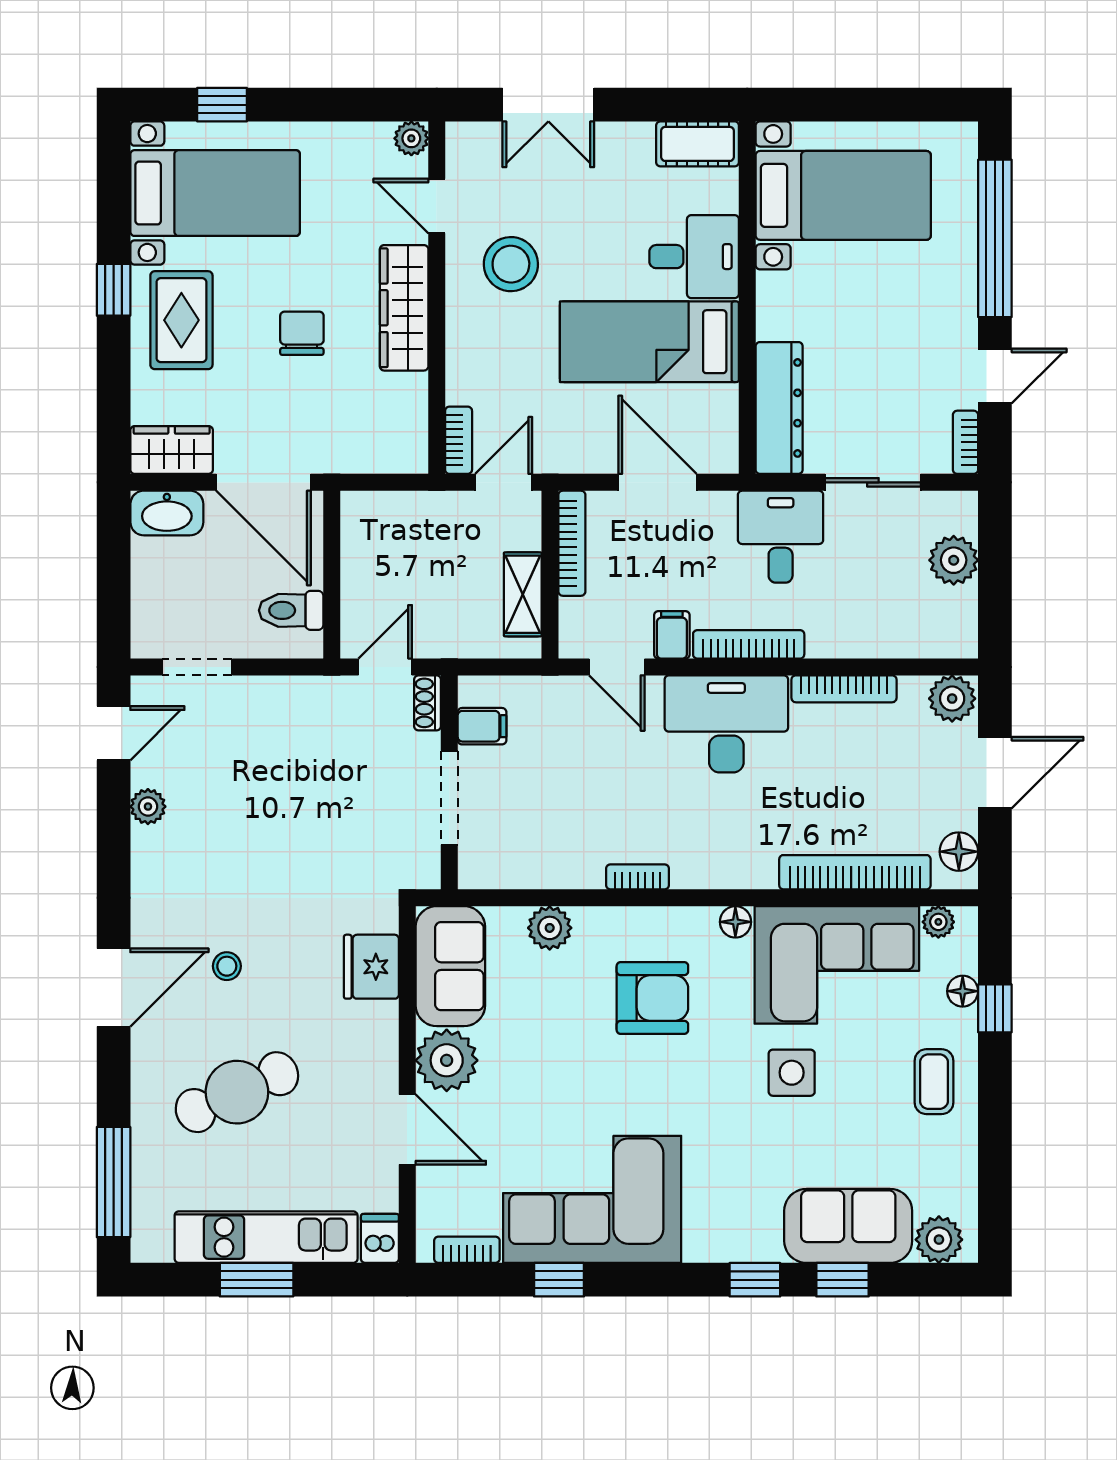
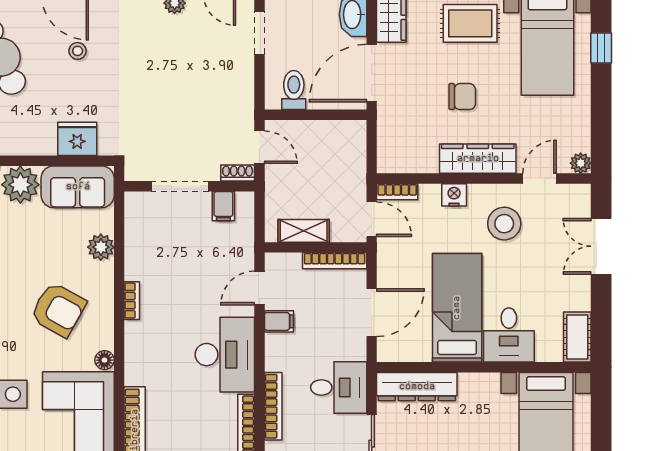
nightstand: (464, 347) -> (454, 195), added
bookcase: (749, 644) -> (273, 406), moved
armchair: (652, 998) -> (58, 310), turned -61

